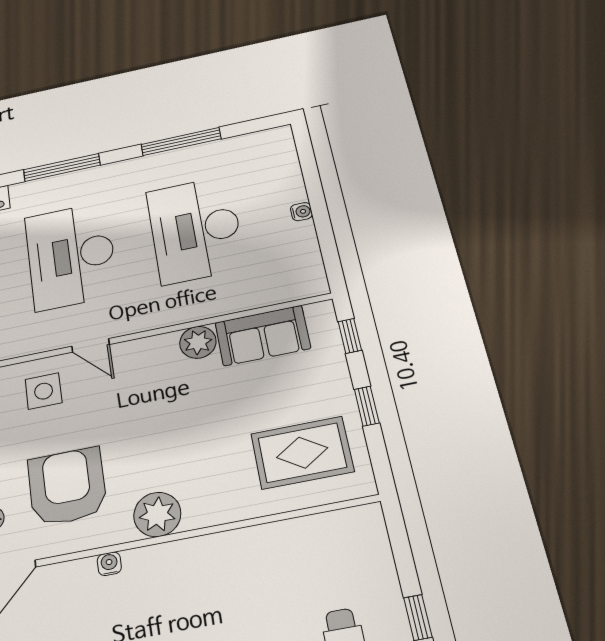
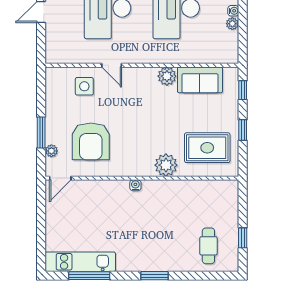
plant: (304, 232) -> (232, 24), added
armchair: (67, 486) -> (91, 141), turned 180
plant: (157, 514) -> (166, 165), moved
water cooler: (109, 564) -> (135, 185), moved

